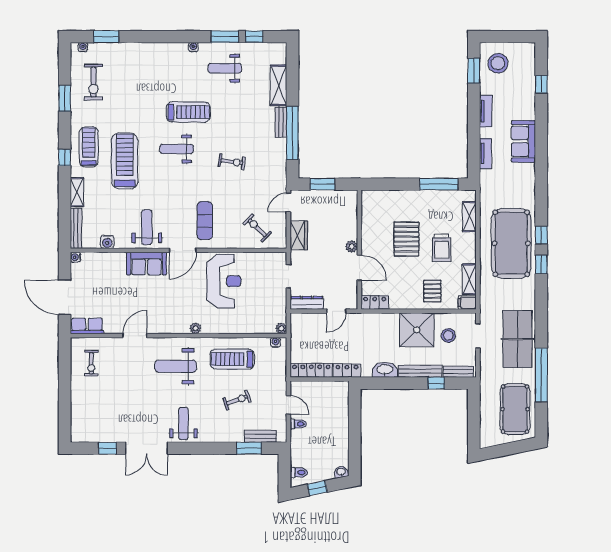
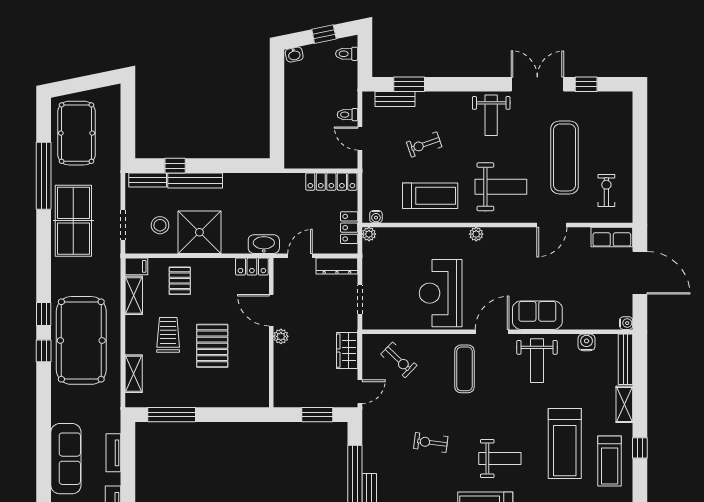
sofa: (523, 141) -> (66, 459), width x1.36
locker: (347, 370) -> (349, 228), moved, turned 90
washbasin: (385, 370) -> (264, 244), moved, turned 180
exercise mat: (125, 390) -> (565, 157), added

